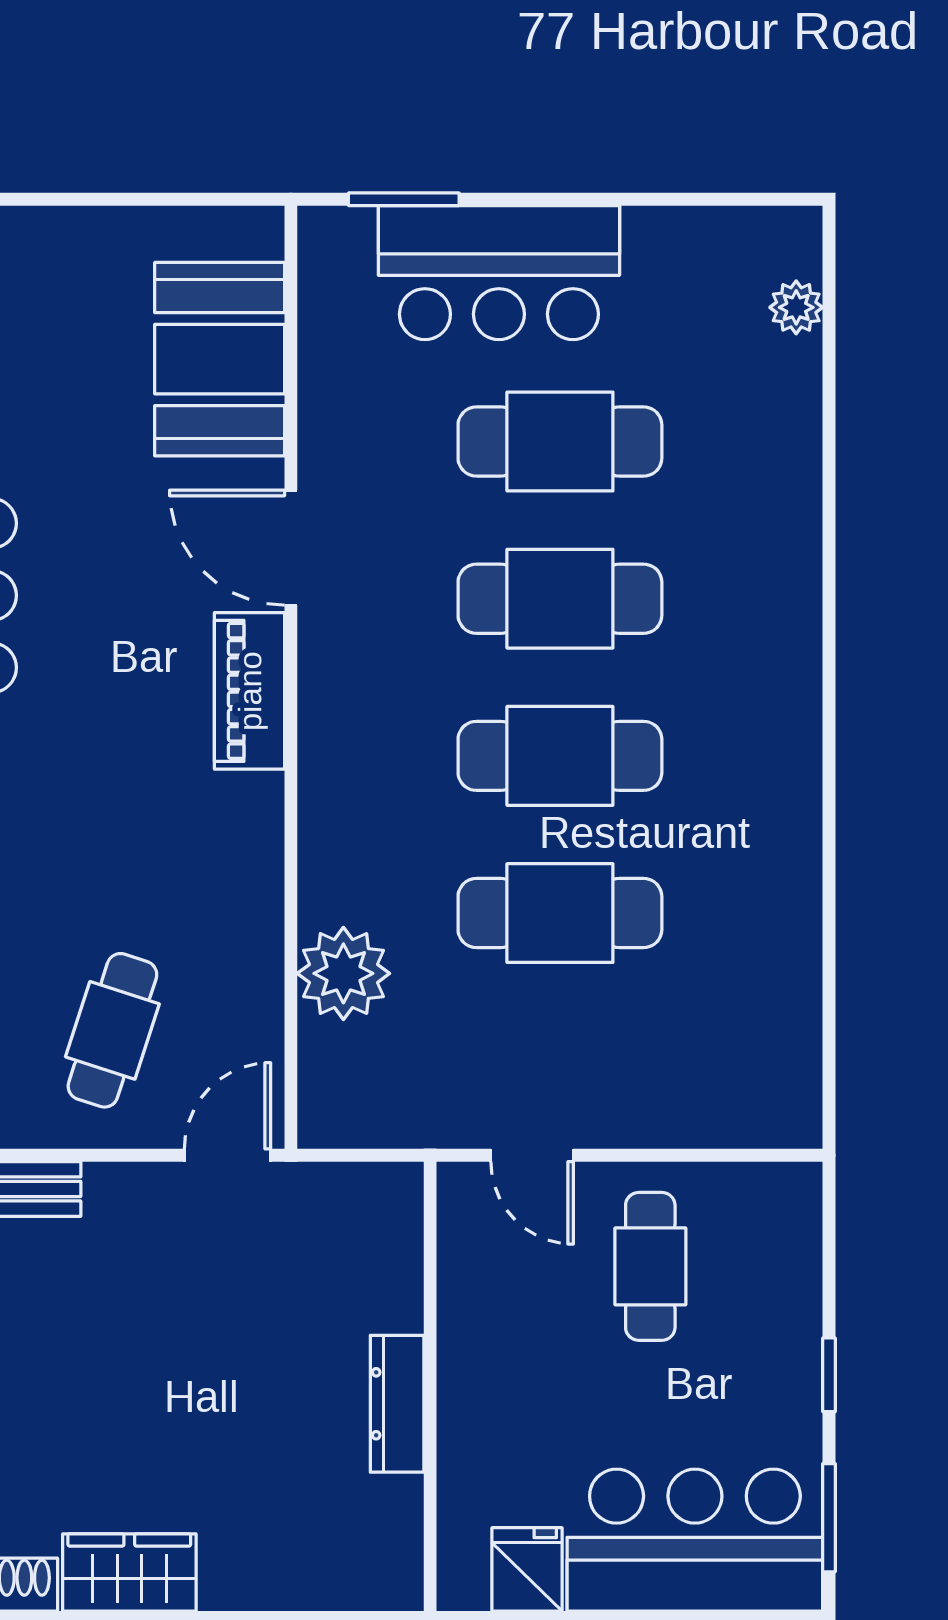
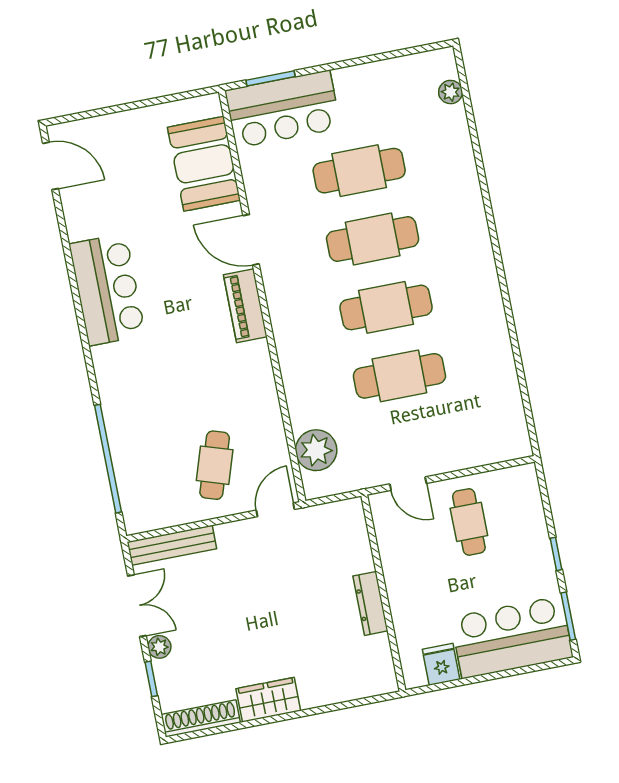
bar counter: (499, 273) -> (283, 109), moved
plant: (343, 973) -> (316, 450), moved

